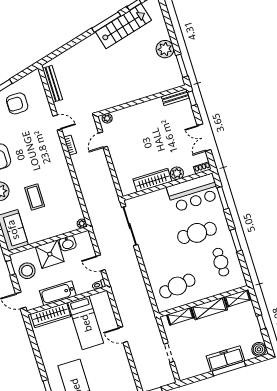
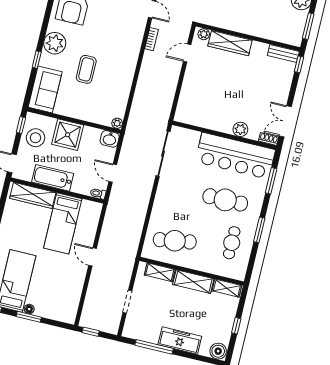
double door: (204, 138) -> (285, 121), moved
wardrobe: (152, 180) -> (230, 43), moved, turned 180
bar counter: (193, 193) -> (235, 156), width x1.36
washbasin: (68, 243) -> (110, 139), moved
window: (229, 369) -> (154, 347), moved

